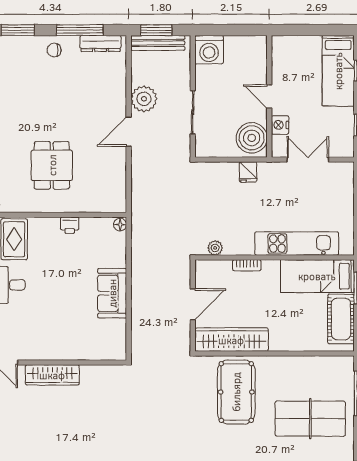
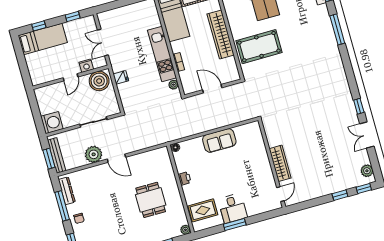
dining table: (52, 165) -> (151, 200), turned 90
kitchen unit: (297, 244) -> (162, 54), moved
wardrobe: (231, 340) -> (221, 34), moved

